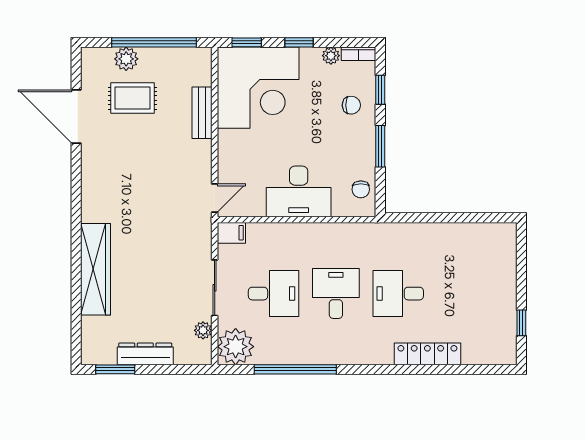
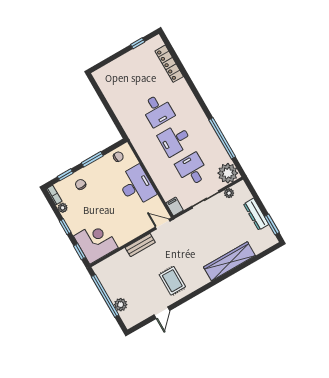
corner desk: (258, 88) -> (96, 242), width x0.74, depth x0.74
rug: (132, 98) -> (172, 281), moved
bench: (202, 113) -> (140, 245), moved
door: (76, 116) -> (162, 313), width x0.53
locker: (427, 354) -> (169, 64), moved

